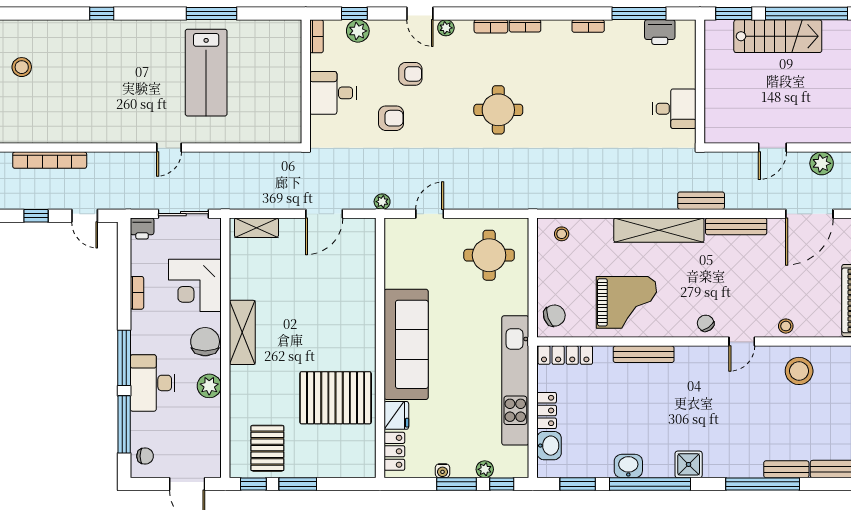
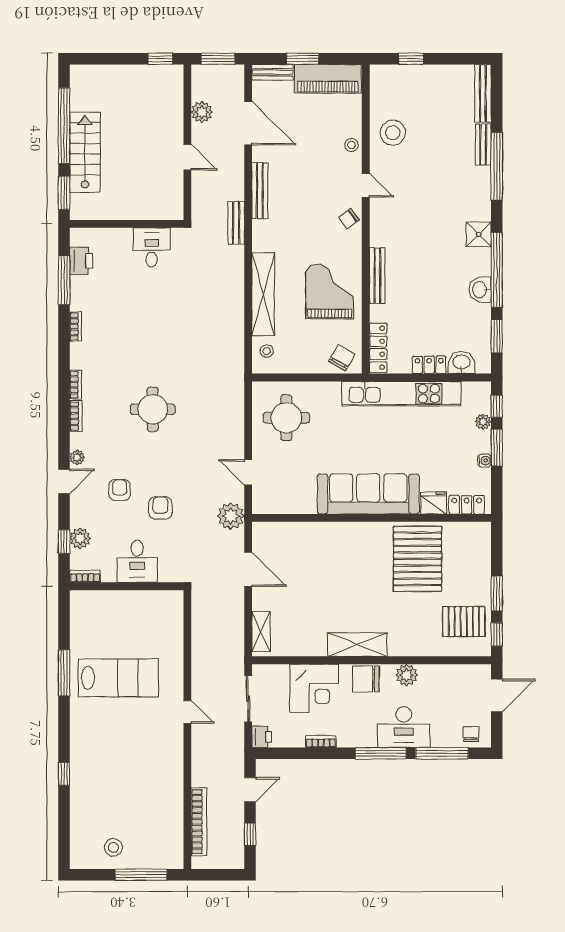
plant: (382, 202) -> (231, 516), width x1.88, depth x1.88
shelving: (659, 230) -> (263, 294), moved
chair: (554, 316) -> (342, 358), turned 50

